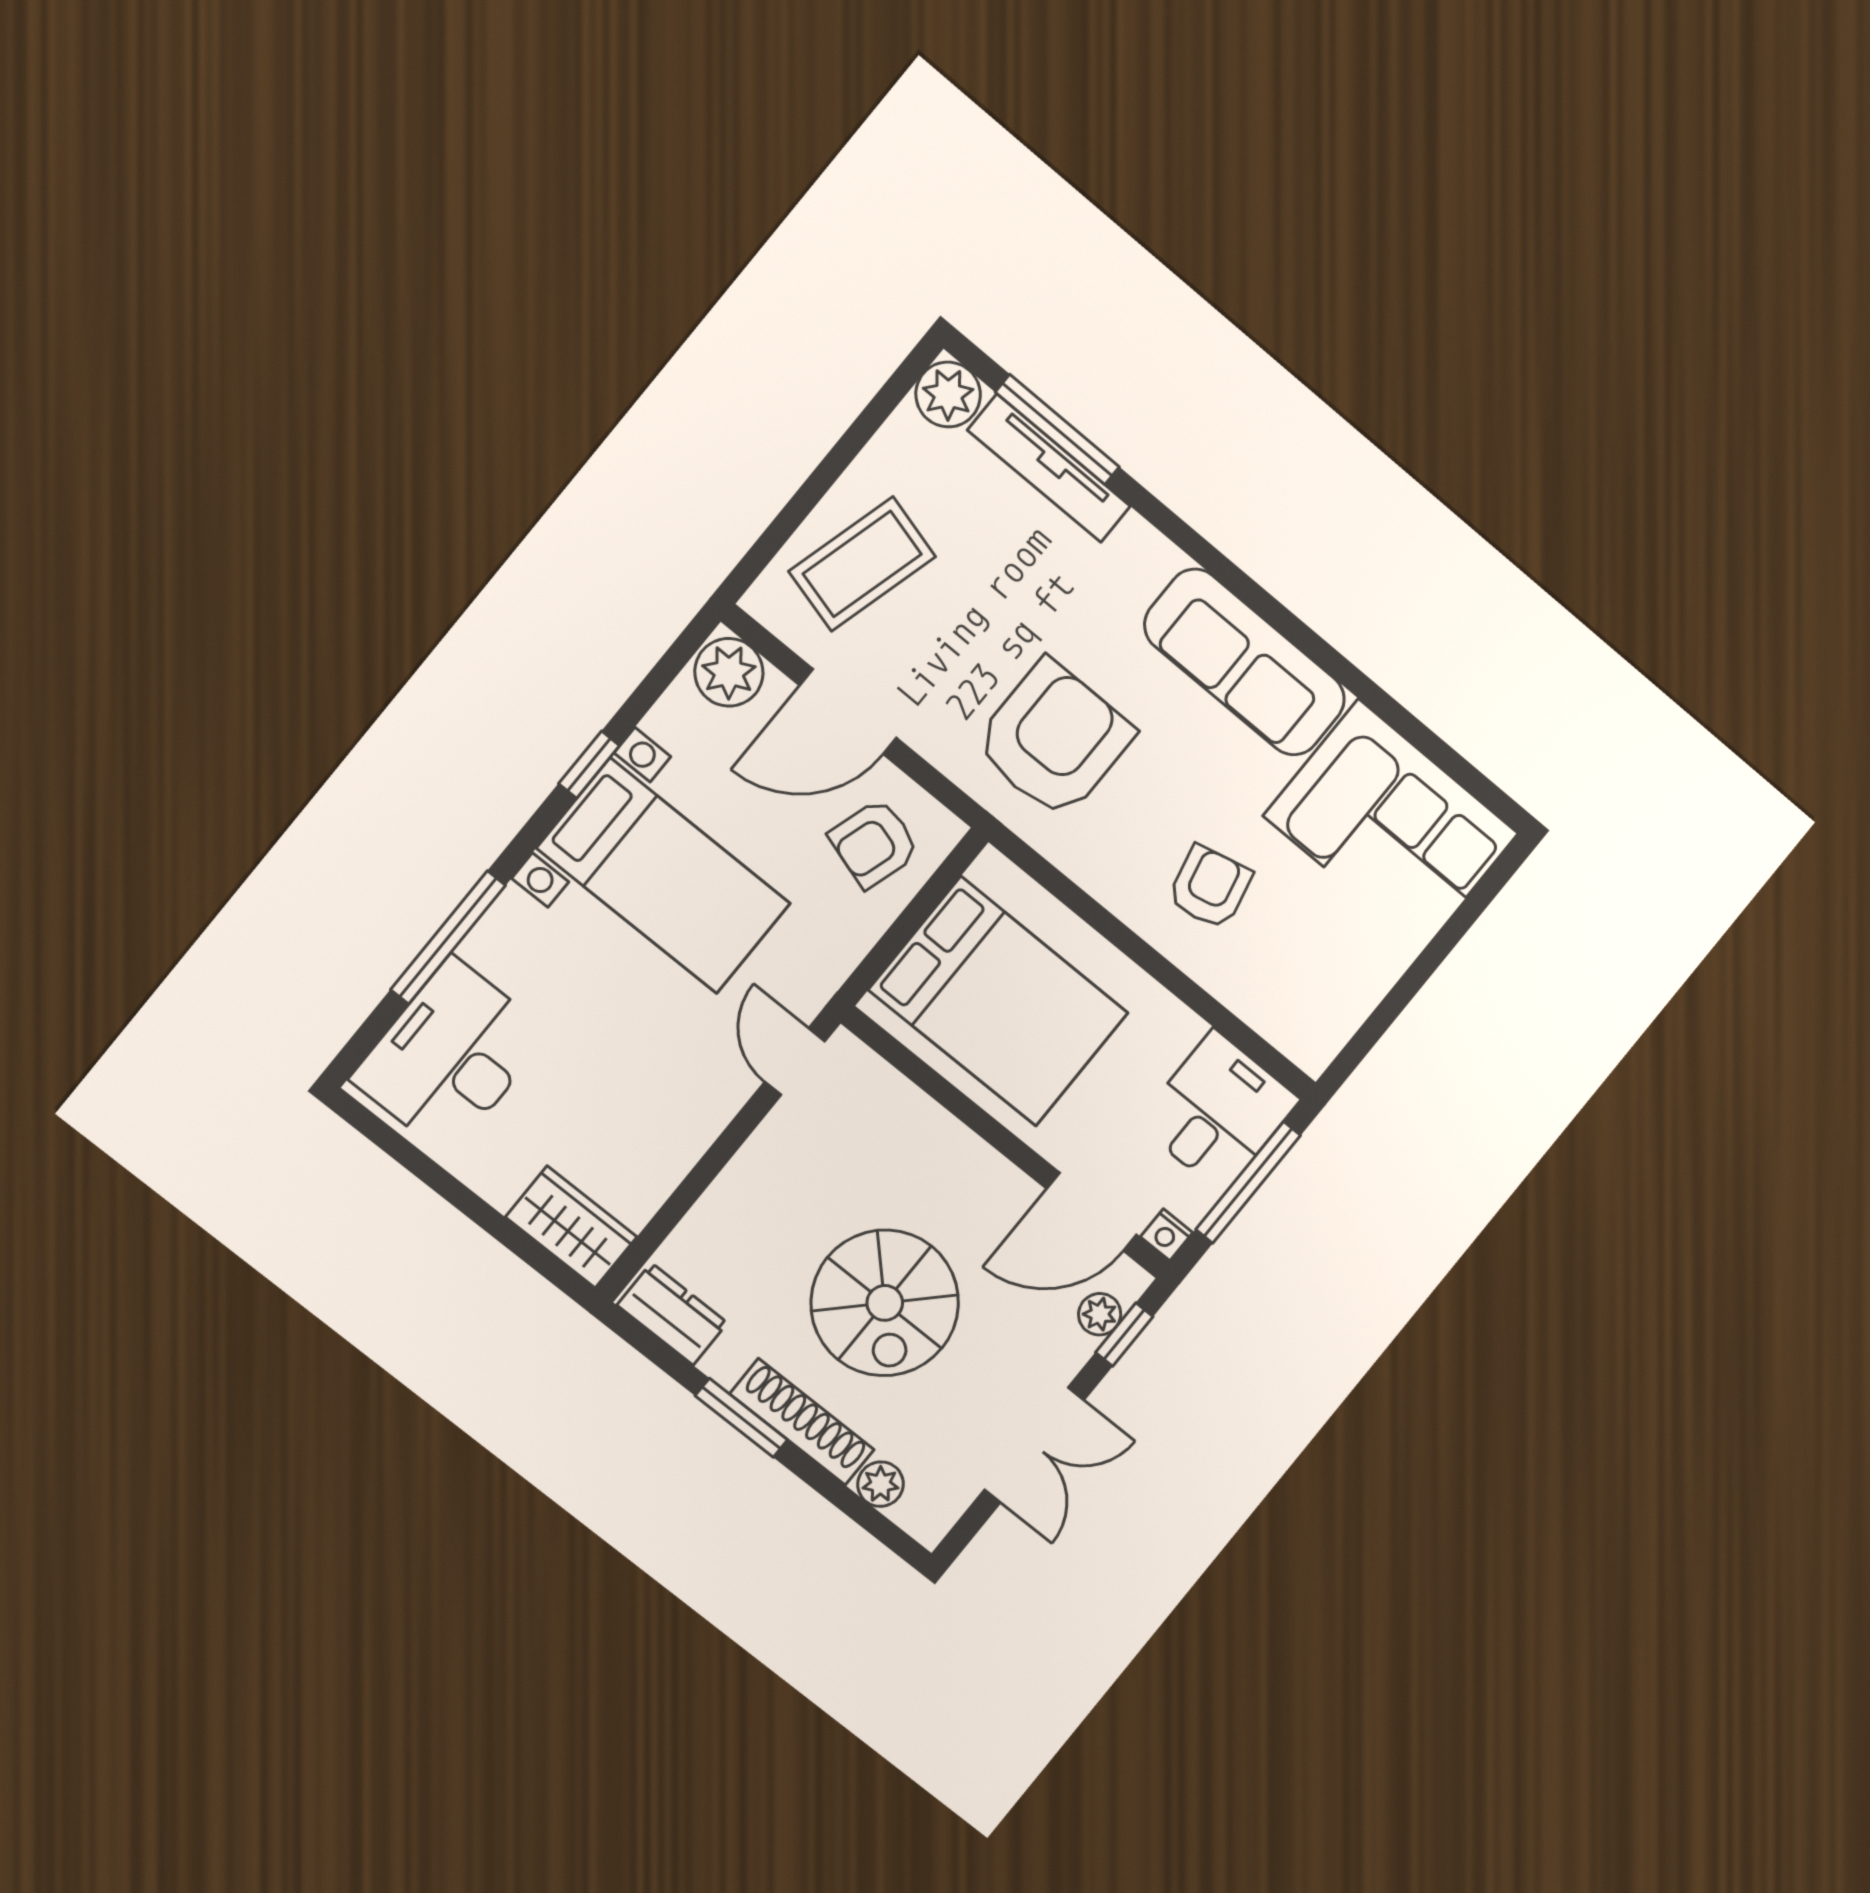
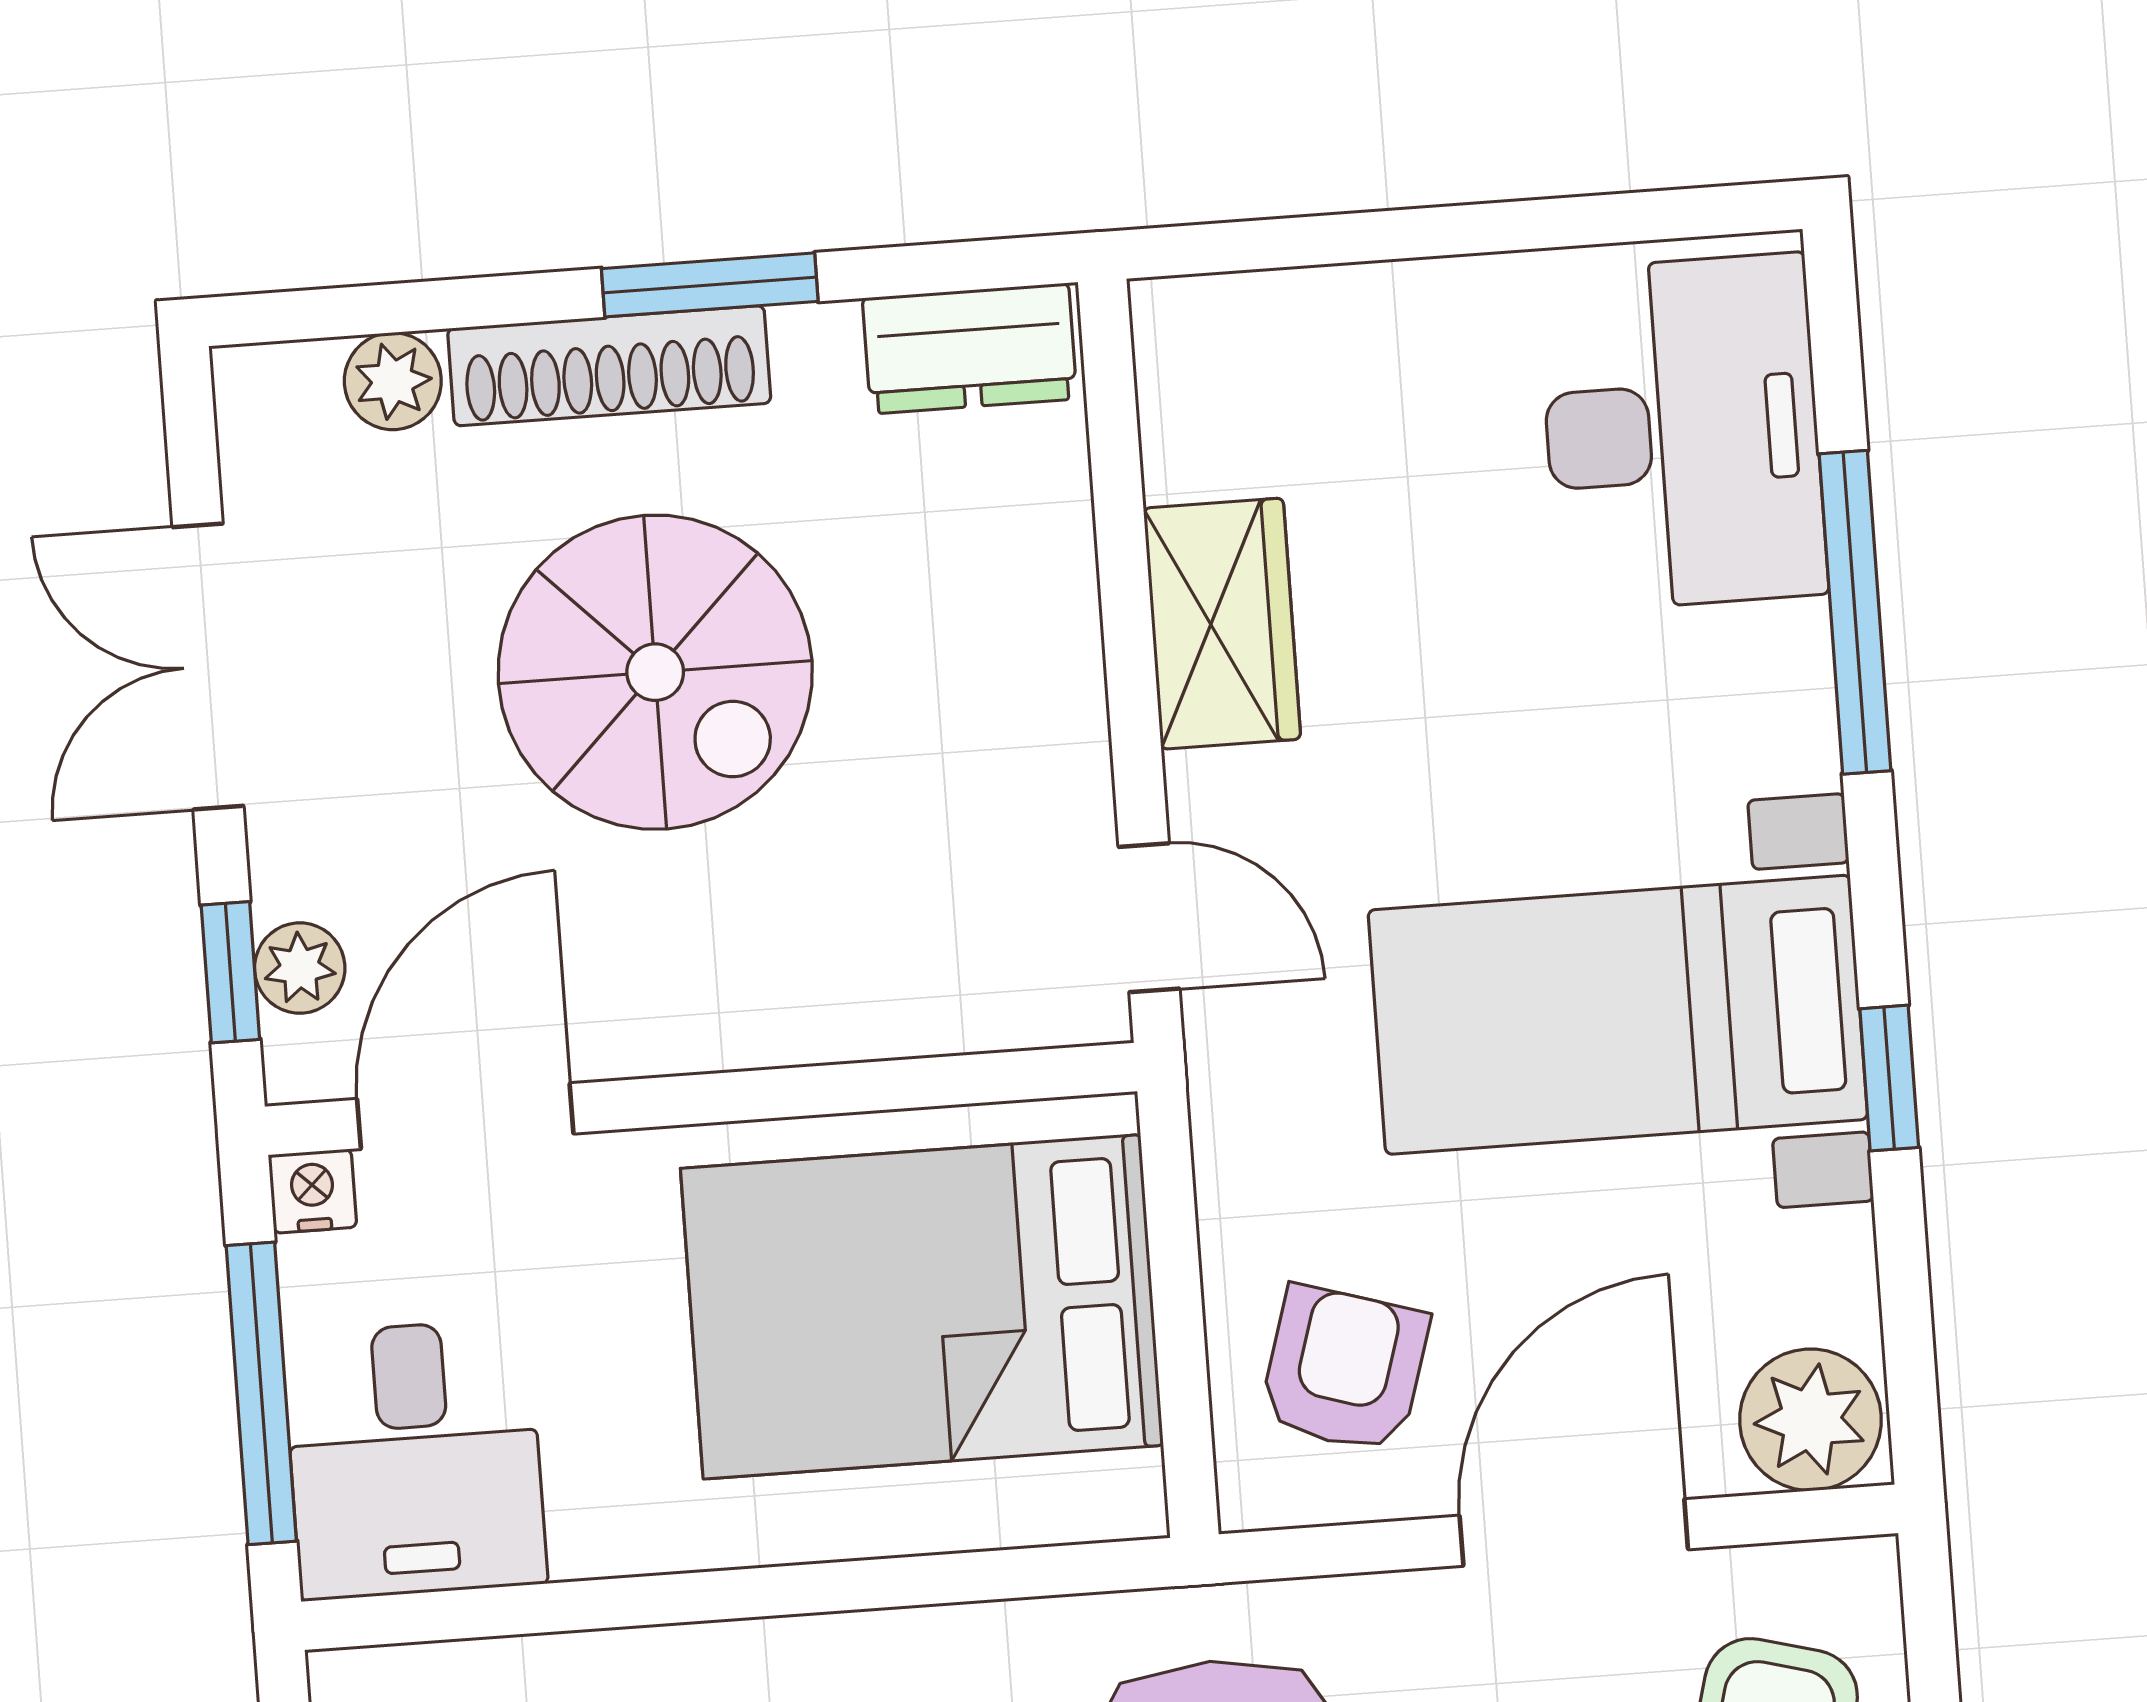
wardrobe: (571, 1227) -> (1222, 624), moved, turned -90
spiral stairs: (885, 1303) -> (655, 672), turned 180

